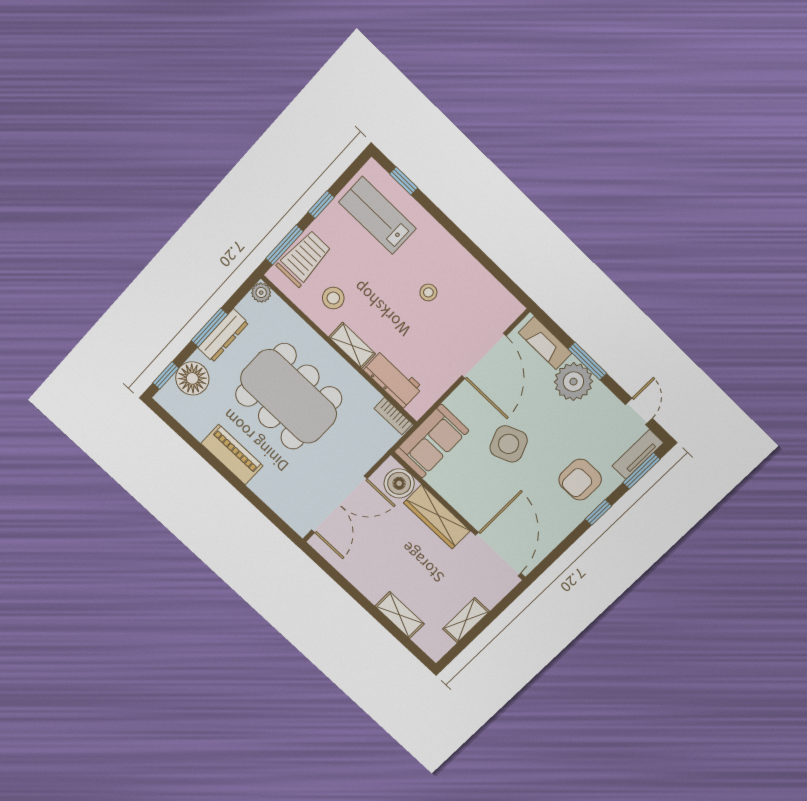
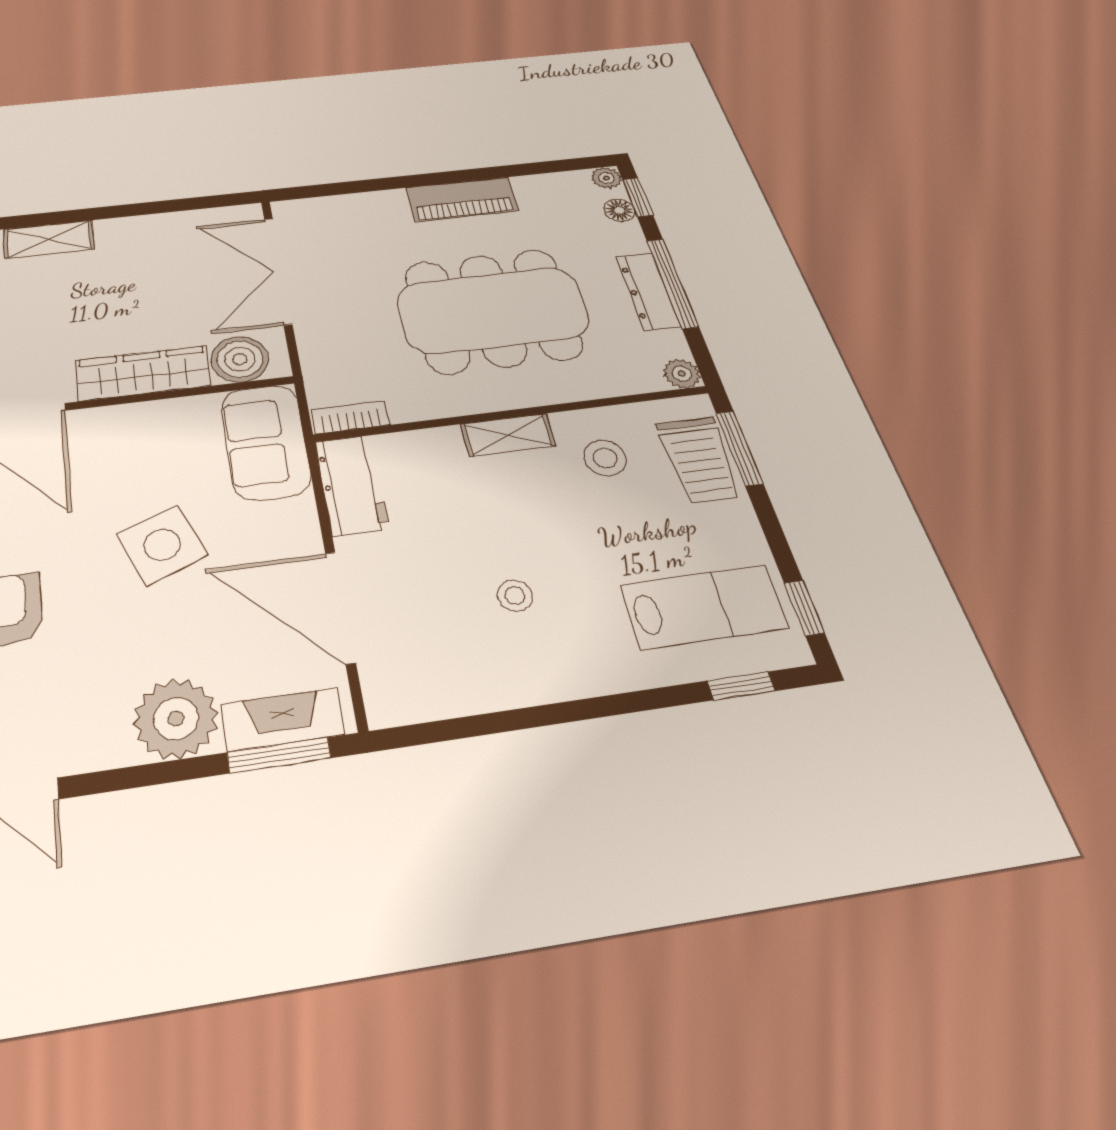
window: (321, 205) -> (804, 608), moved
window: (209, 327) -> (672, 283), width x1.44
window: (587, 361) -> (279, 755), moved
floor lamp: (192, 378) -> (619, 210), width x0.53, depth x0.53
workbench: (393, 379) -> (352, 485), moved, turned -90
plant: (164, 397) -> (607, 178), added

